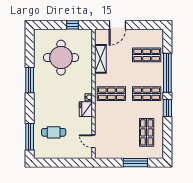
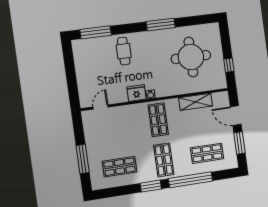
window: (142, 25) -> (239, 143), added
shop shelf: (147, 55) -> (207, 153), turned 90
cafe table: (54, 132) -> (124, 51), moved

